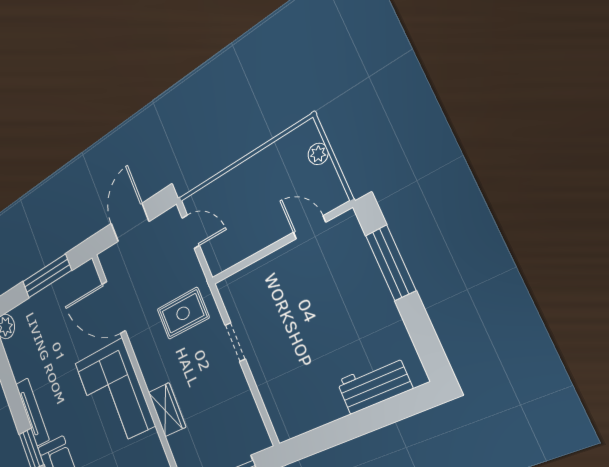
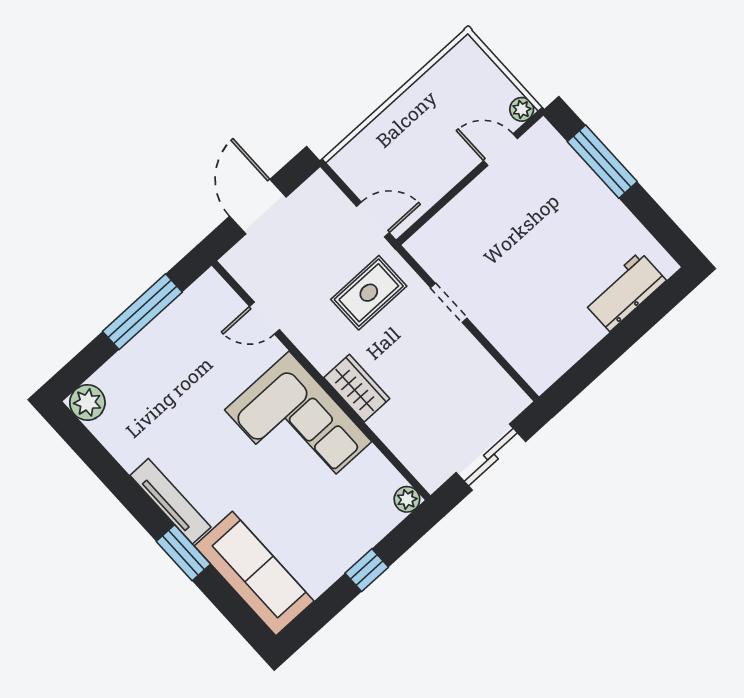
plant: (318, 154) -> (522, 109), moved
door: (191, 232) -> (373, 219), moved
door: (114, 307) -> (264, 318), width x0.53
wardrobe: (167, 410) -> (357, 388), moved

